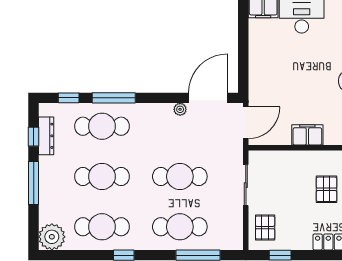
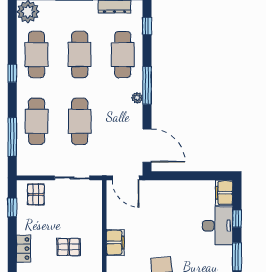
window: (114, 98) -> (147, 85), moved
plant: (180, 109) -> (137, 98), moved
filing cabinet: (307, 135) -> (115, 243), moved
pallet: (265, 228) -> (36, 194), turned 90

